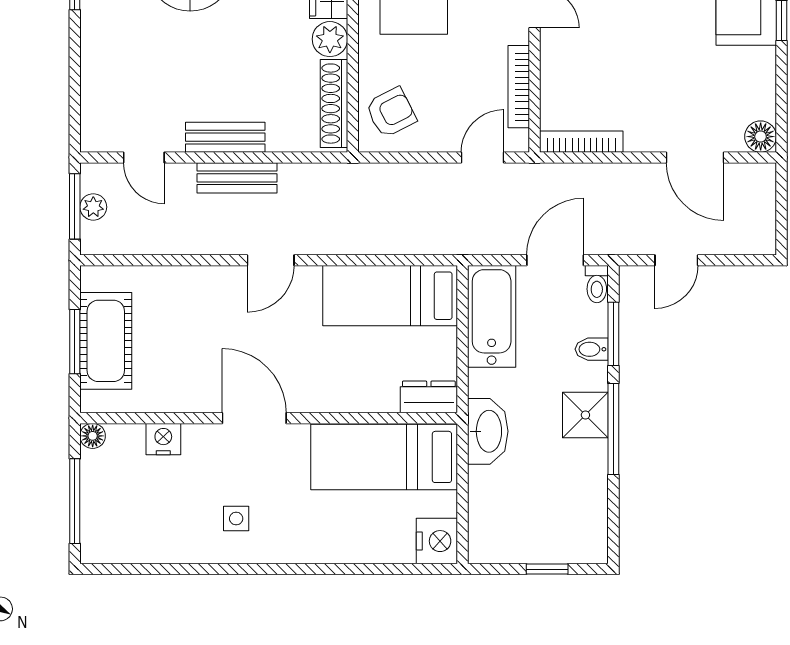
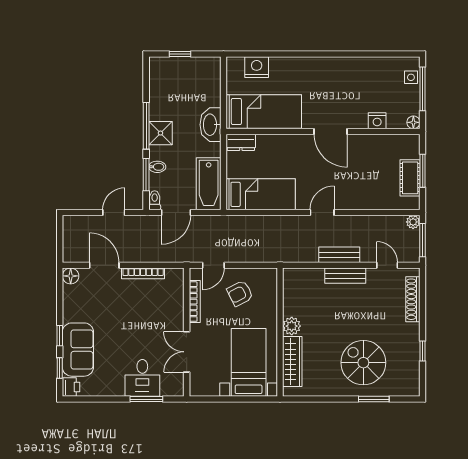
shoe rack: (334, 104) -> (413, 299), moved, turned 180
armchair: (391, 112) -> (240, 293), moved
bookcase: (581, 142) -> (143, 273), moved
plant: (93, 207) -> (413, 222), moved
cot: (106, 341) -> (410, 178), width x0.73, depth x0.75
side table: (236, 519) -> (411, 77), moved
nightstand: (437, 541) -> (257, 67), moved, turned 90

